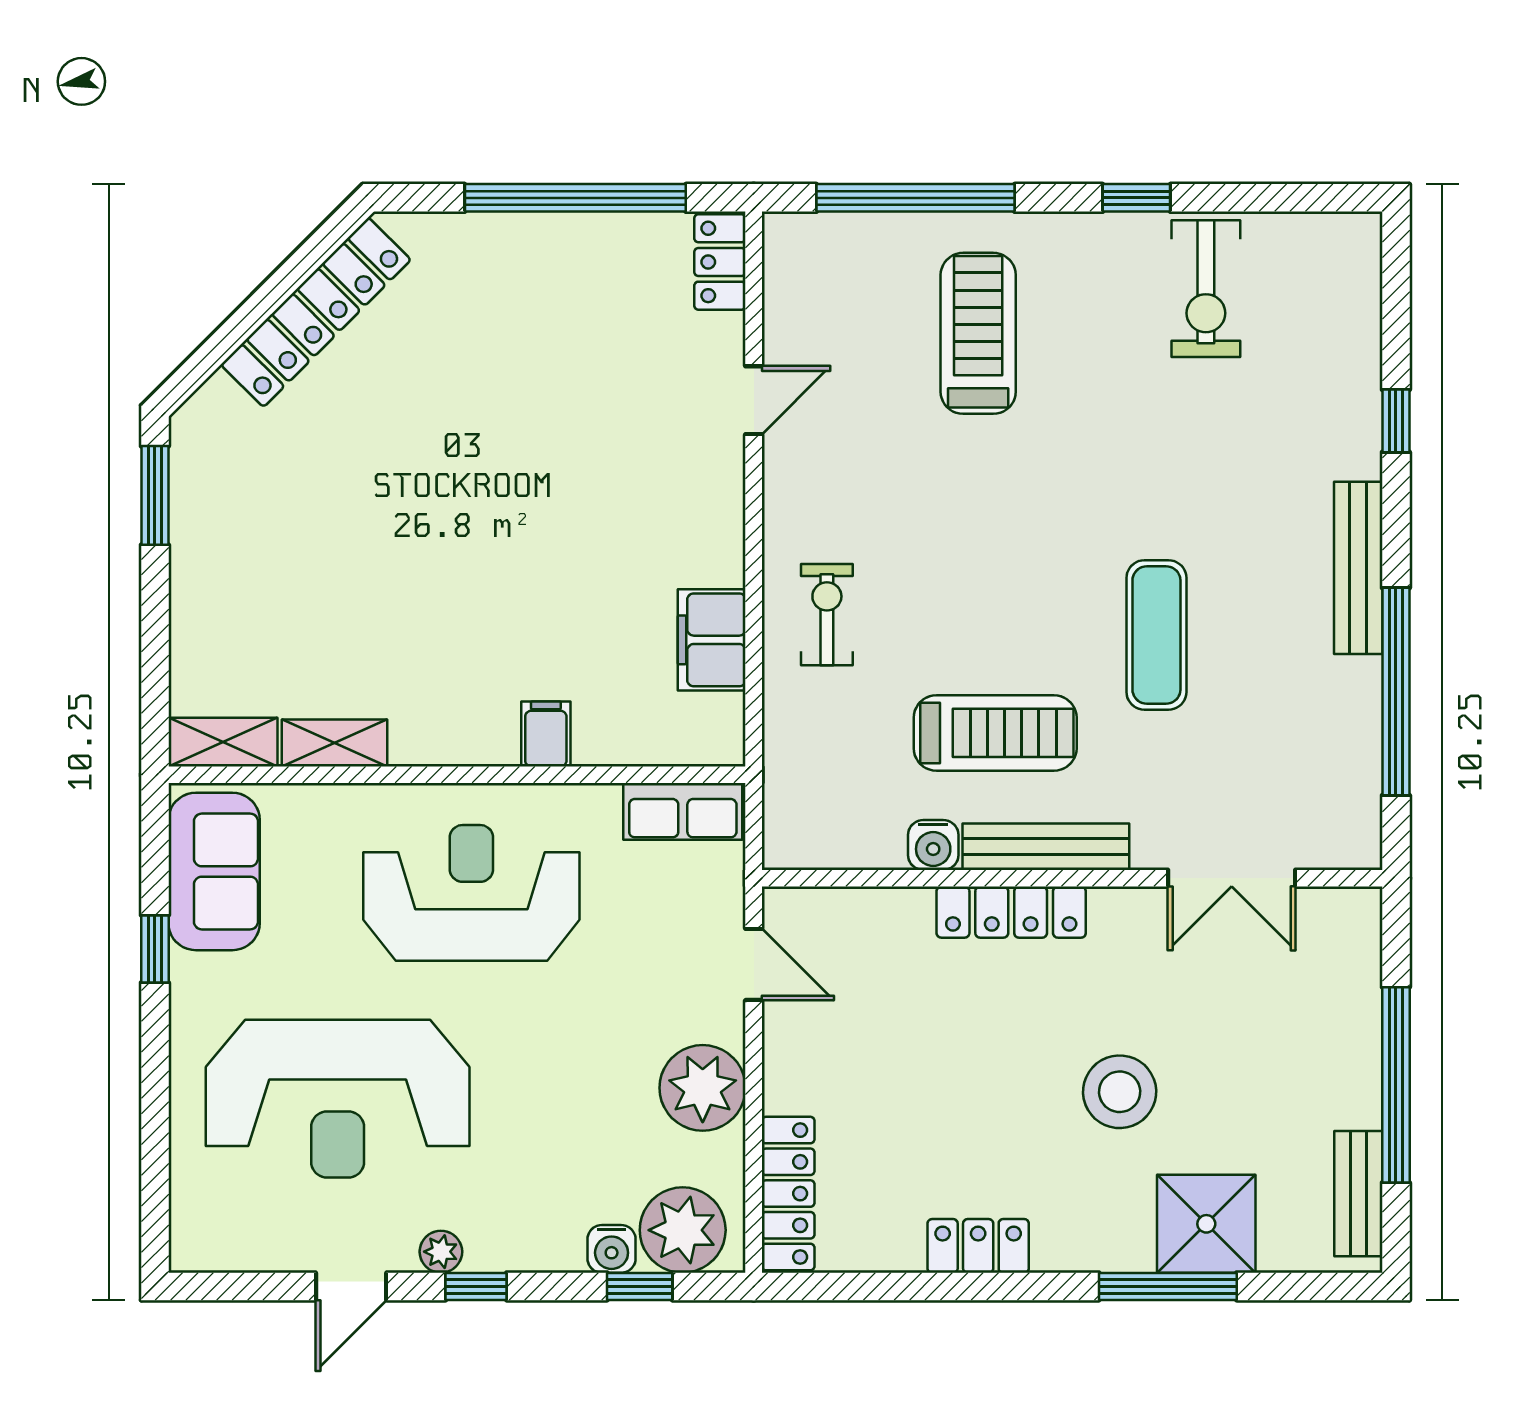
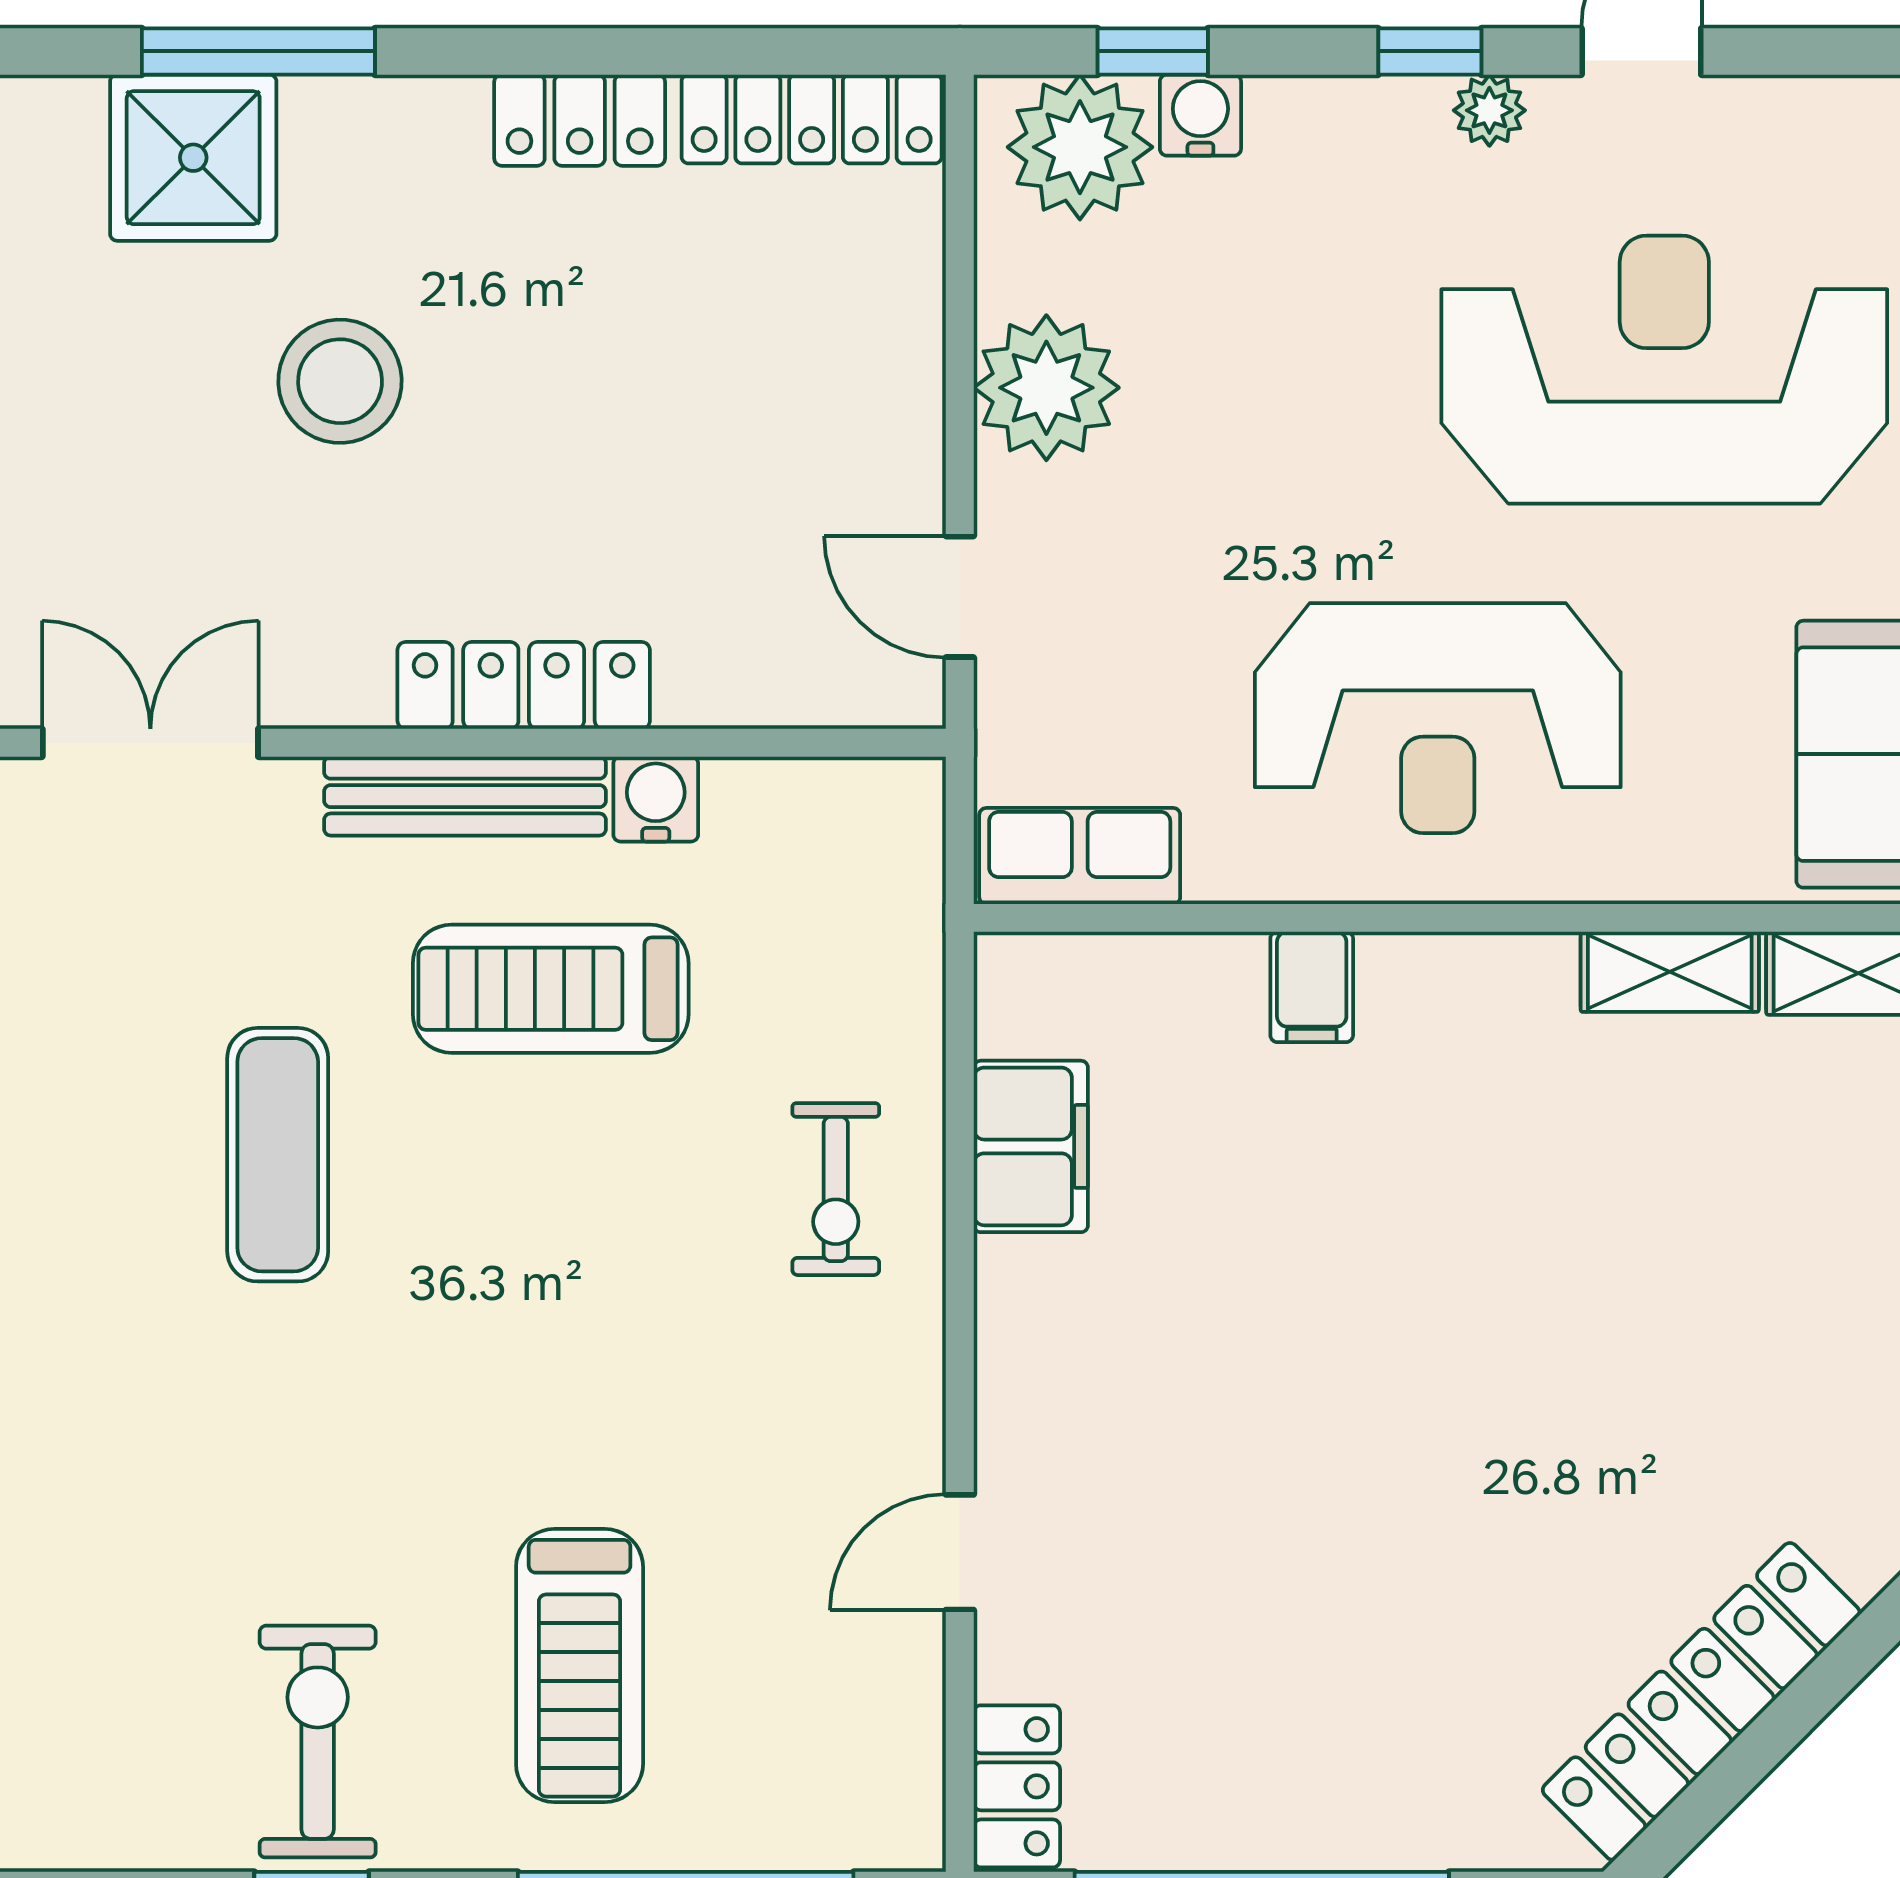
exercise bike: (1206, 289) -> (318, 1741), moved
locker: (788, 1194) -> (812, 119), moved, turned -90

